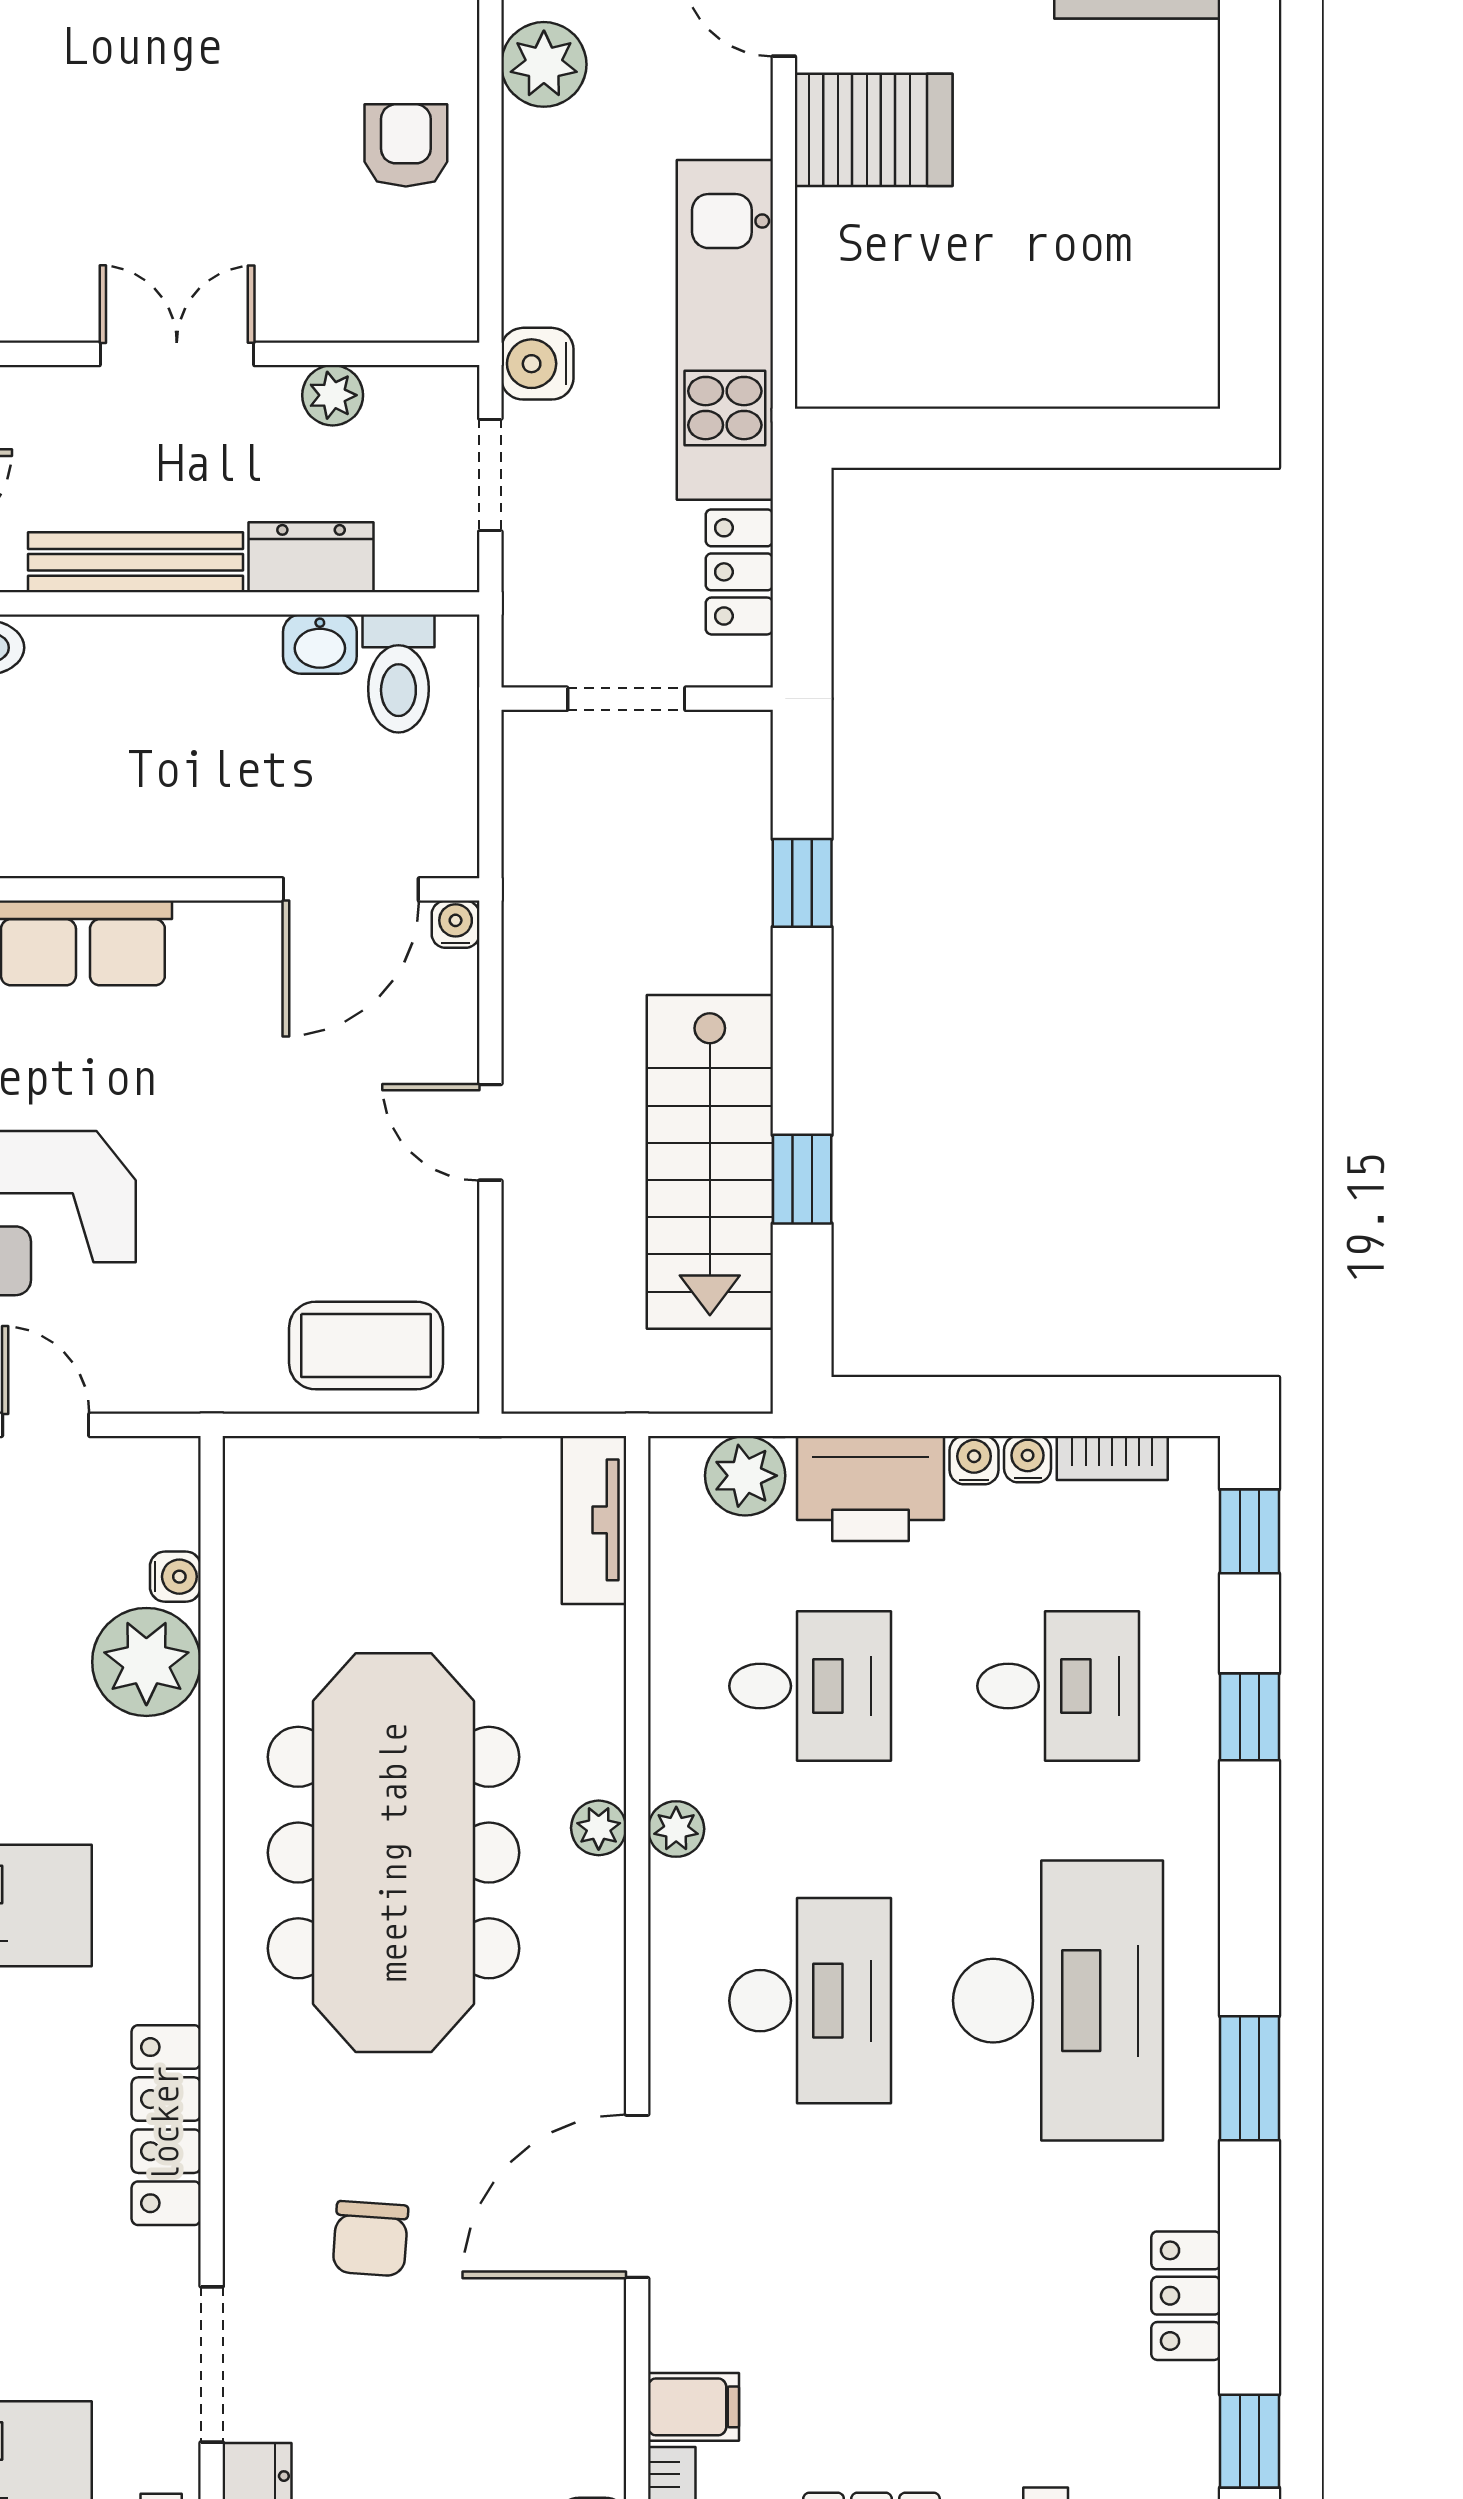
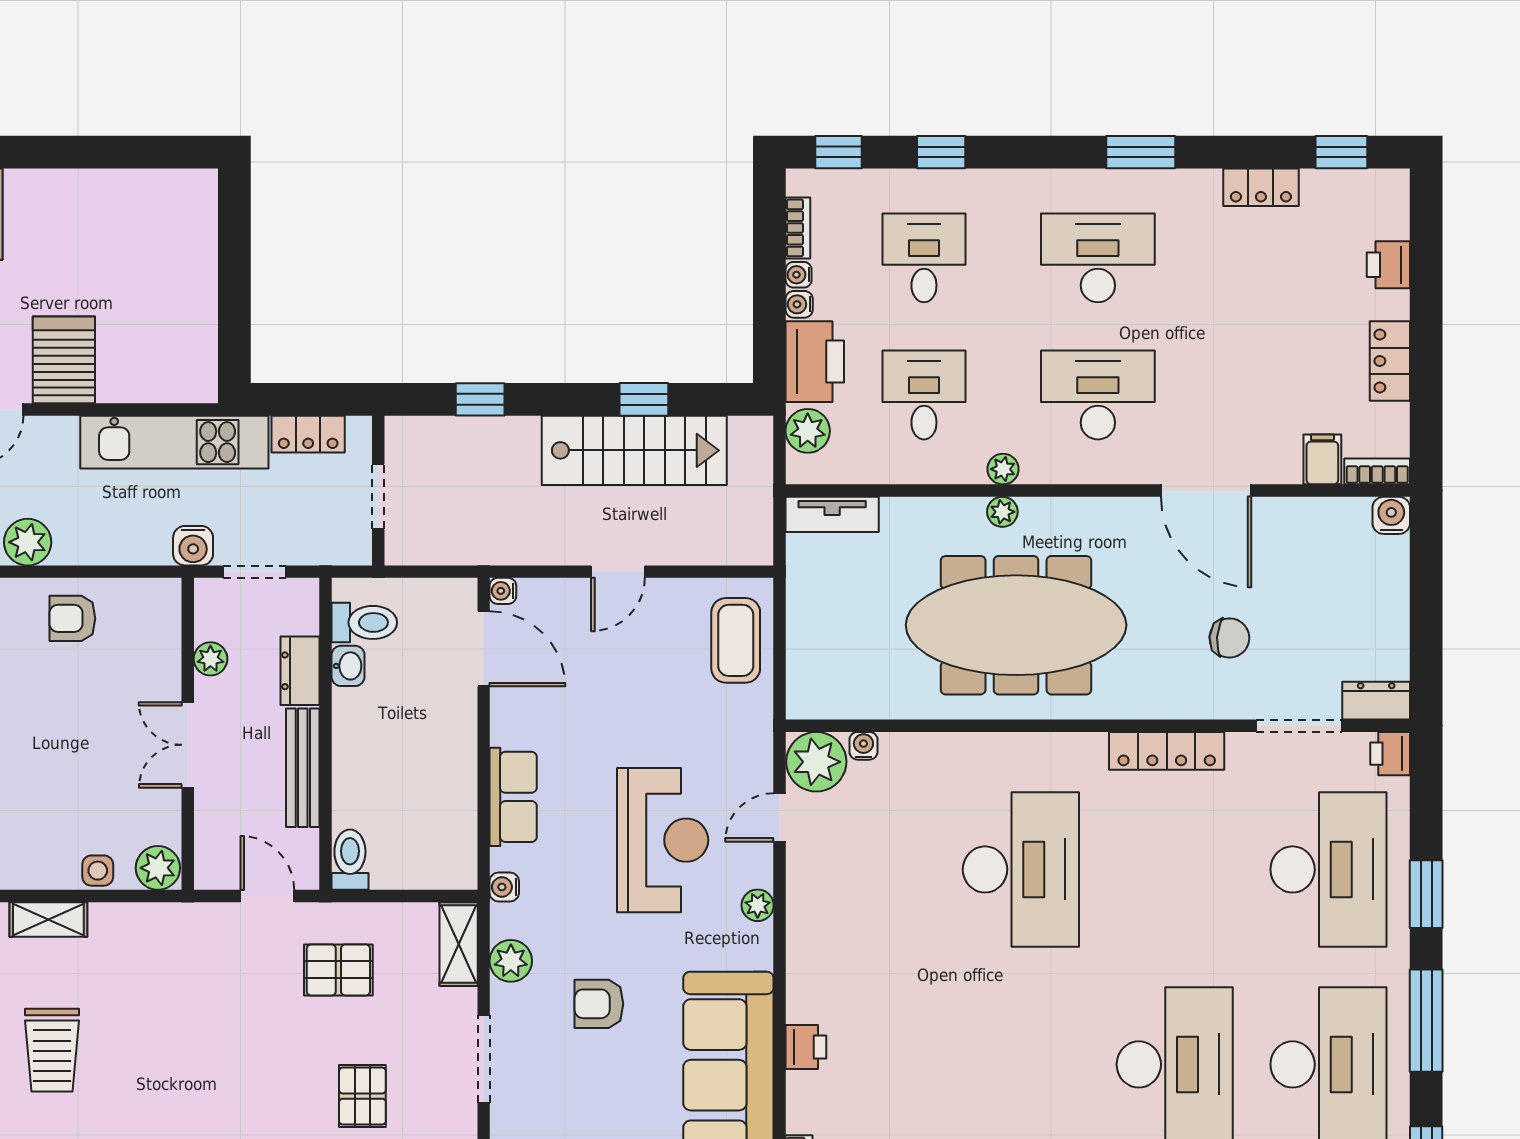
plant: (146, 1662) -> (816, 762), moved
desk: (1058, 2001) -> (1098, 258), width x0.73, depth x0.77

